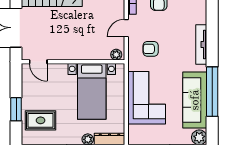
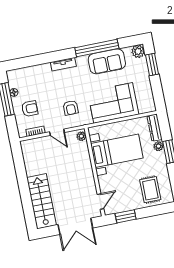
tv unit: (201, 45) -> (63, 64), width x0.71
sofa: (195, 100) -> (107, 61), width x0.73
window: (16, 109) -> (126, 216), moved

